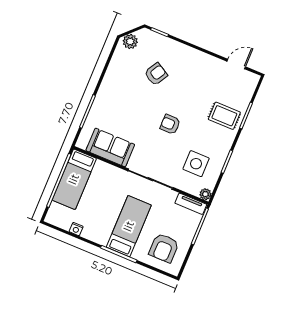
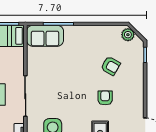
armchair: (170, 124) -> (105, 98), moved
sofa: (110, 147) -> (45, 36), moved, turned 90

